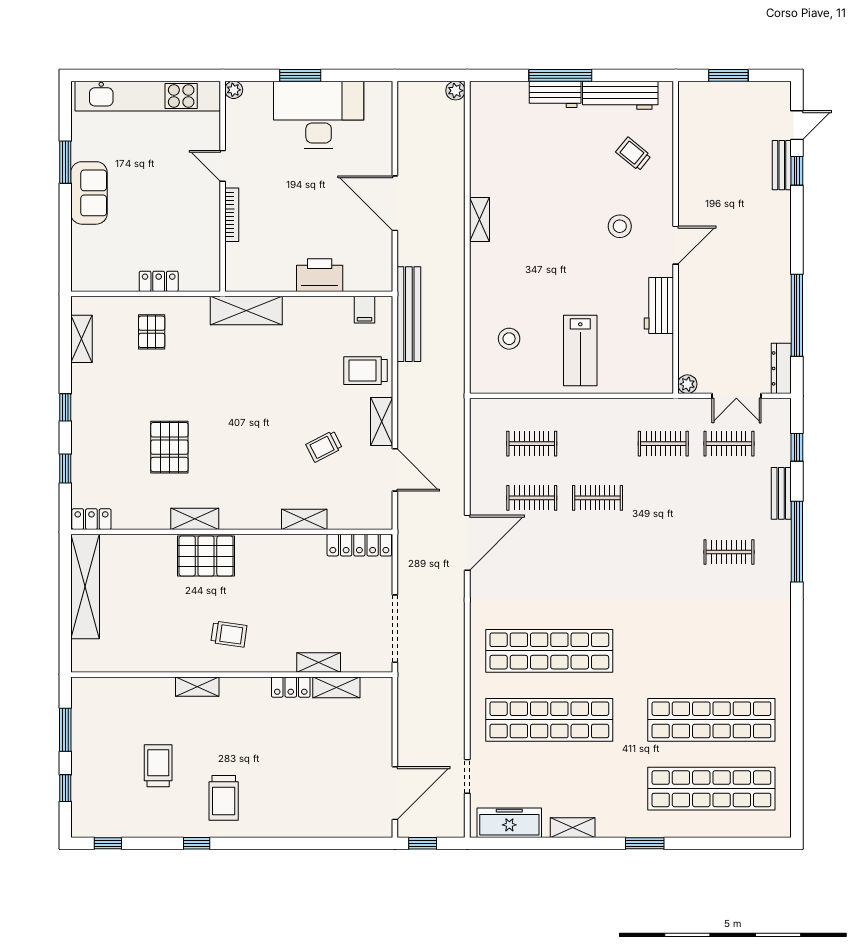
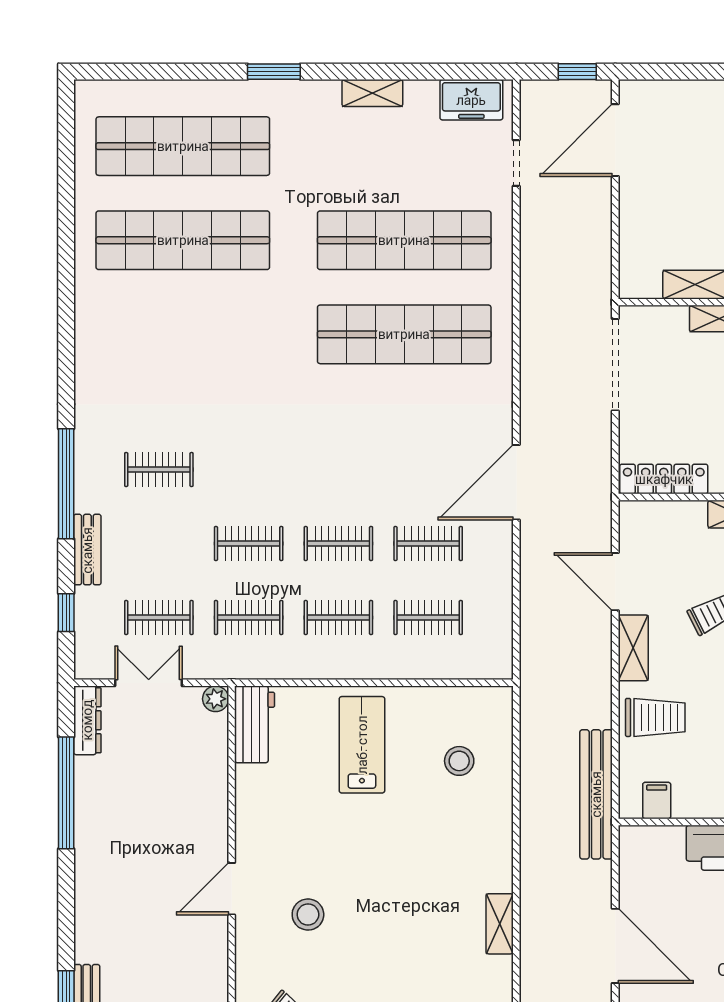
workbench: (659, 306) -> (255, 724), moved
clothes rail: (598, 444) -> (338, 618), added
clothes rail: (663, 498) -> (249, 544), added
freezer: (509, 823) -> (471, 100), width x0.71

